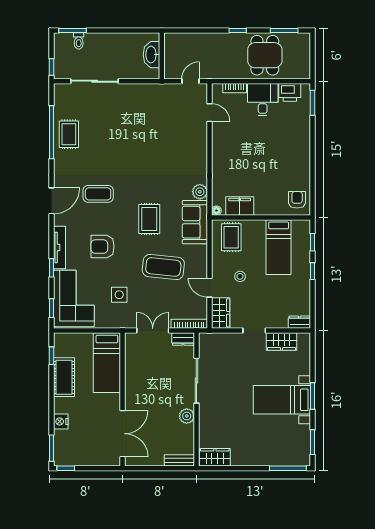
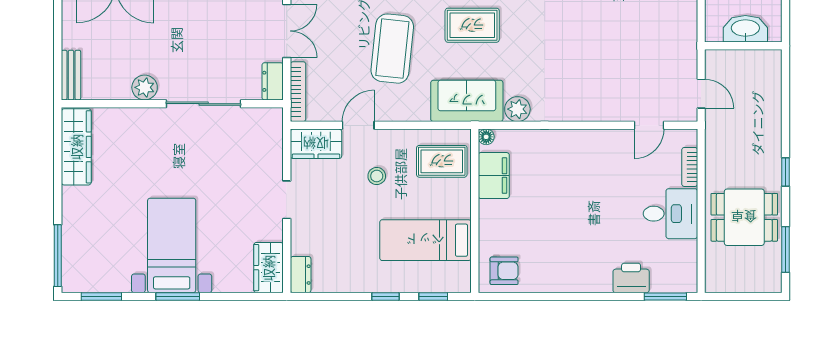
printer: (290, 92) -> (631, 278), moved, turned 90
wardrobe: (282, 341) -> (268, 268), moved
wardrobe: (215, 457) -> (76, 147), width x1.50

